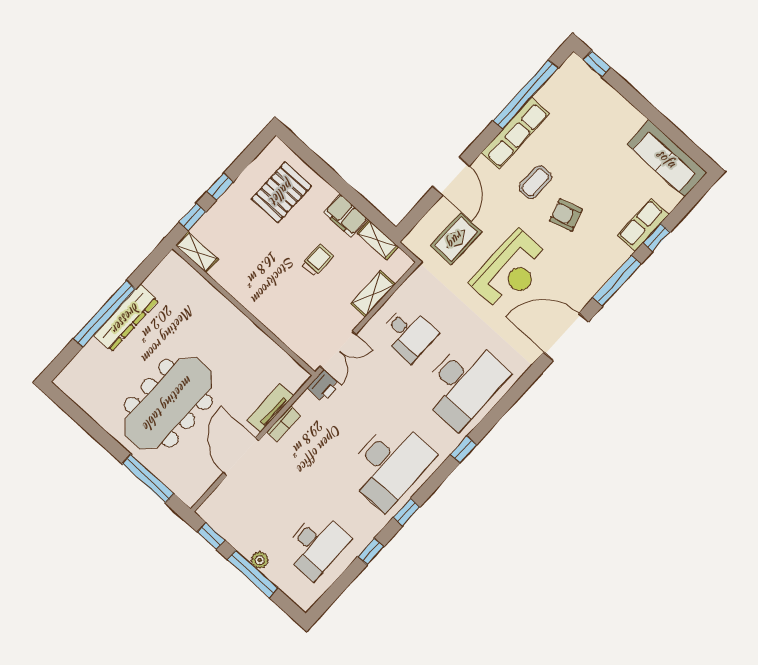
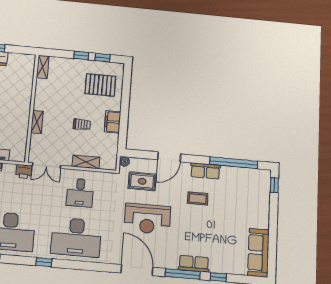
row of seats: (515, 133) -> (205, 171), width x0.68
armchair: (566, 215) -> (194, 225), removed
window: (193, 217) -> (103, 58), moved
row of seats: (643, 225) -> (194, 264), moved
shelving: (378, 240) -> (37, 122), moved
plant: (412, 241) -> (125, 162), added

